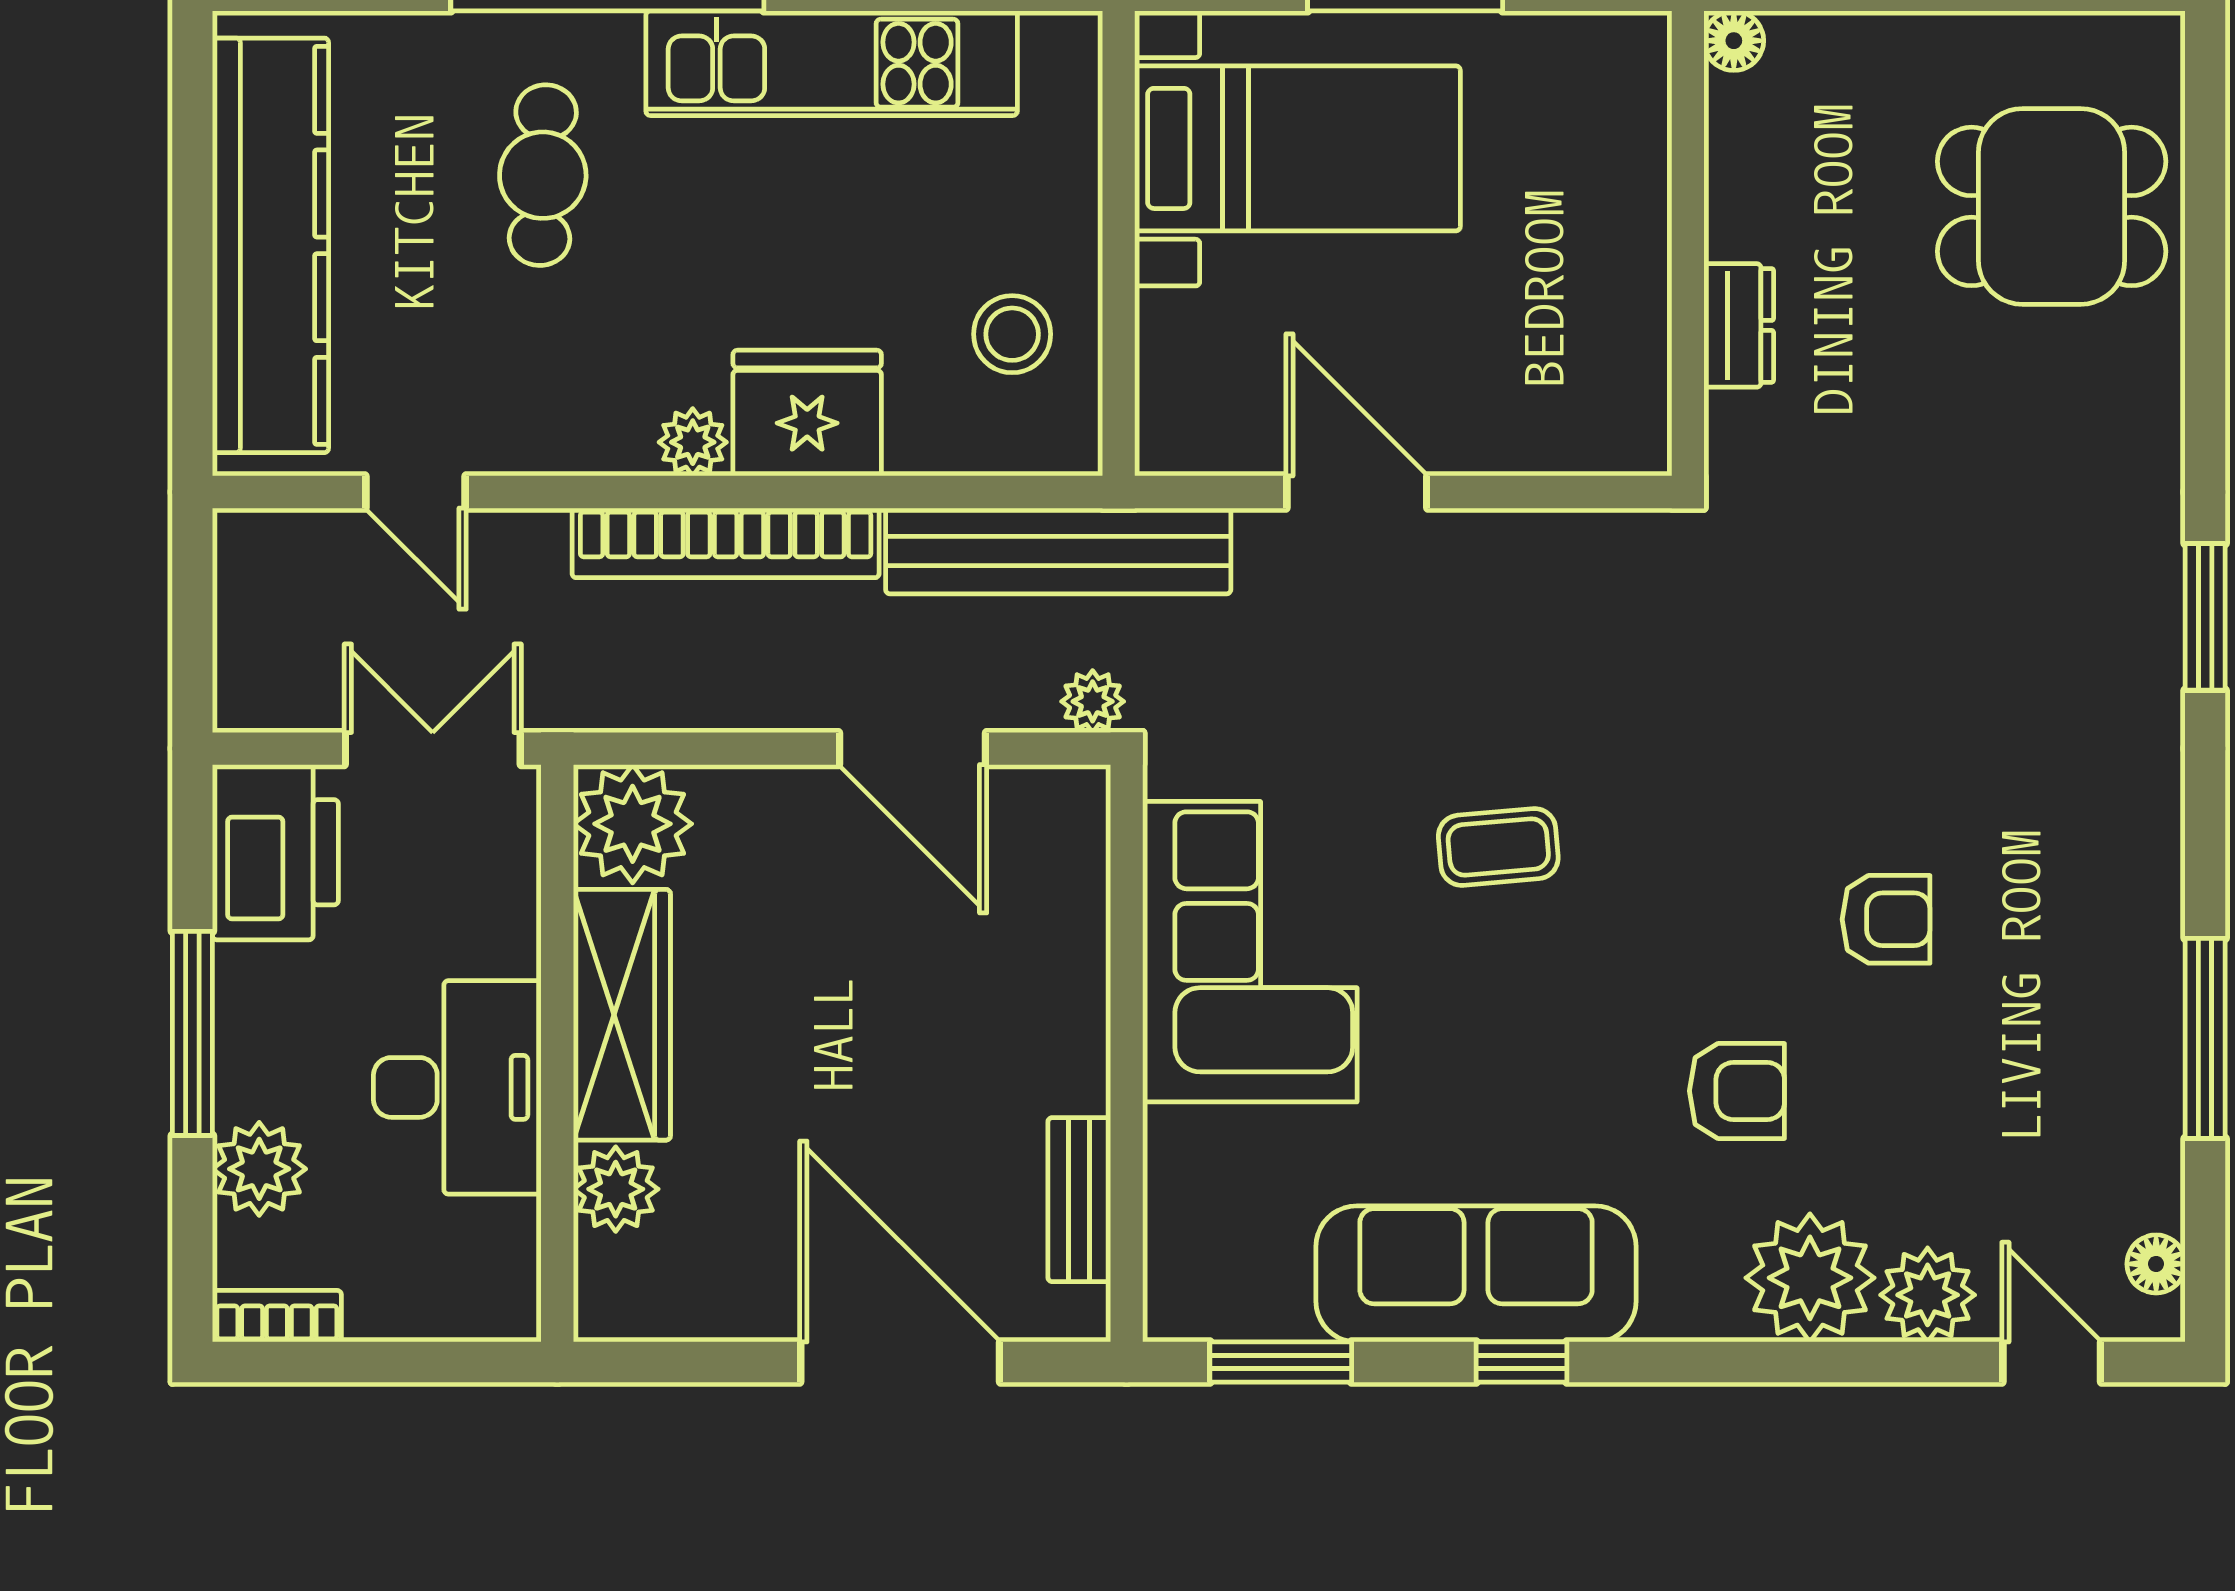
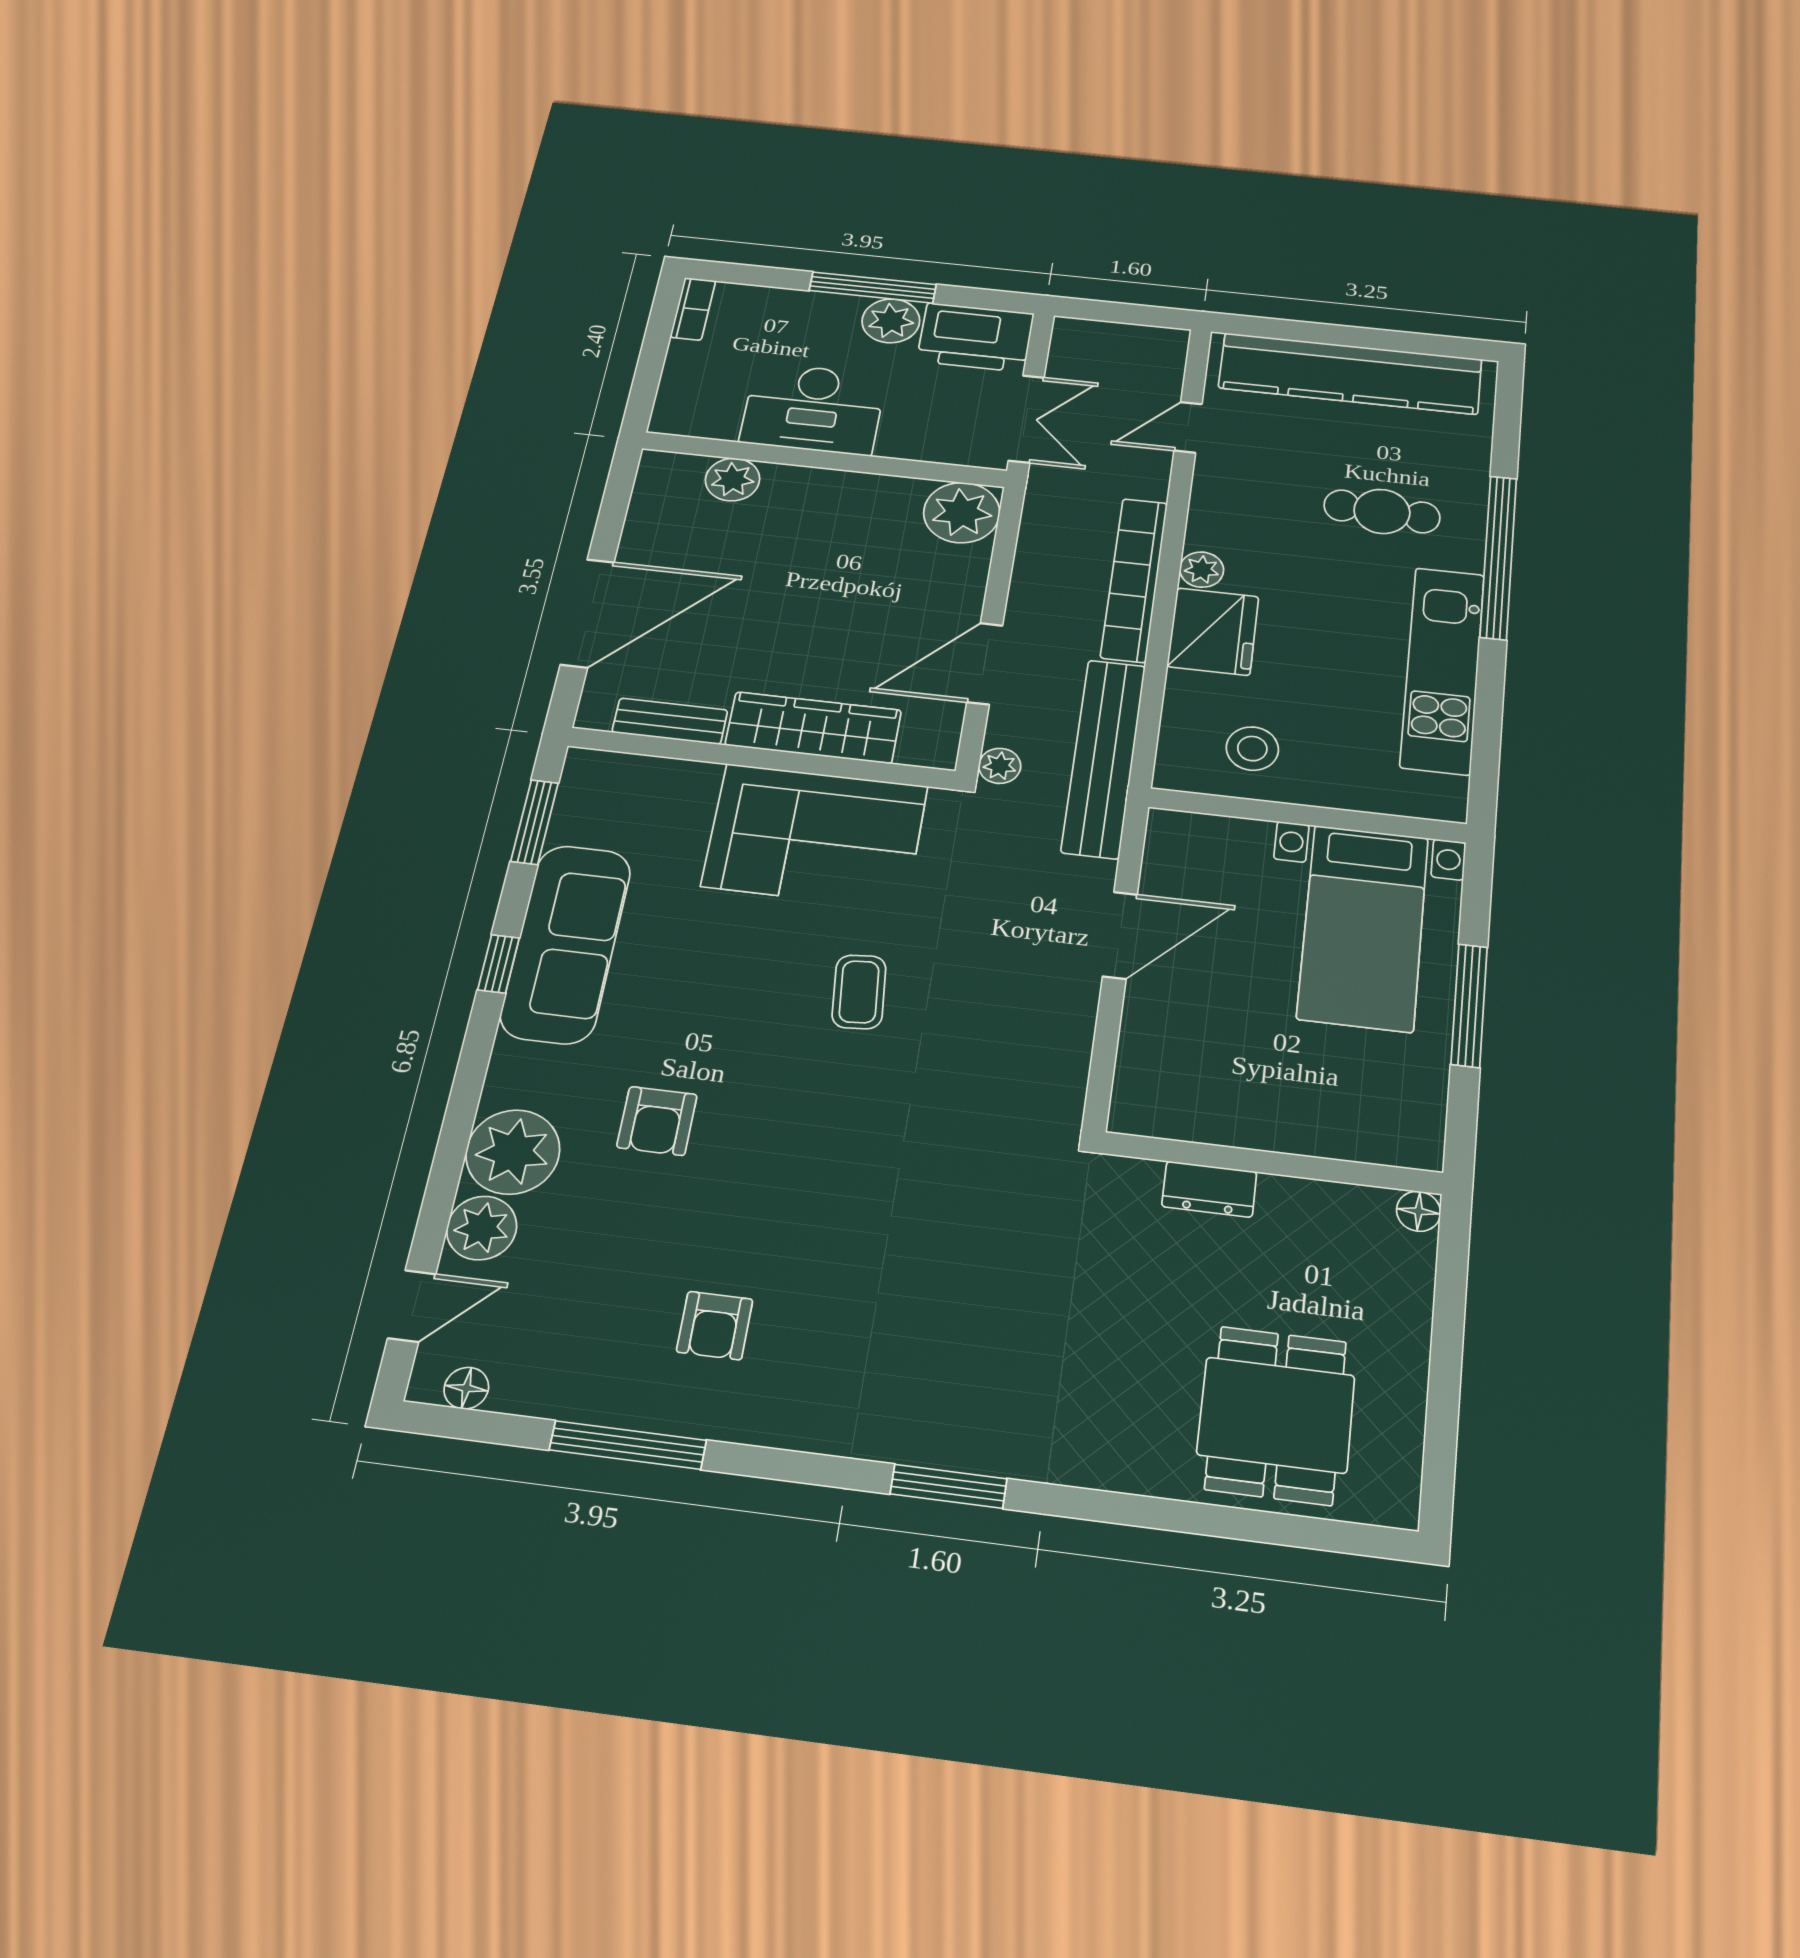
armchair: (1886, 919) -> (715, 1326), moved
wardrobe: (622, 1015) -> (813, 728), moved, turned 180
plant: (259, 1169) -> (891, 321), moved

